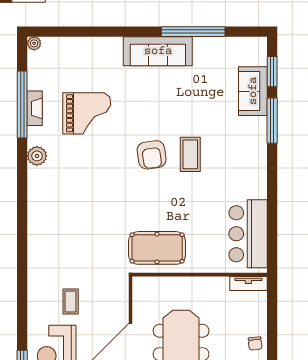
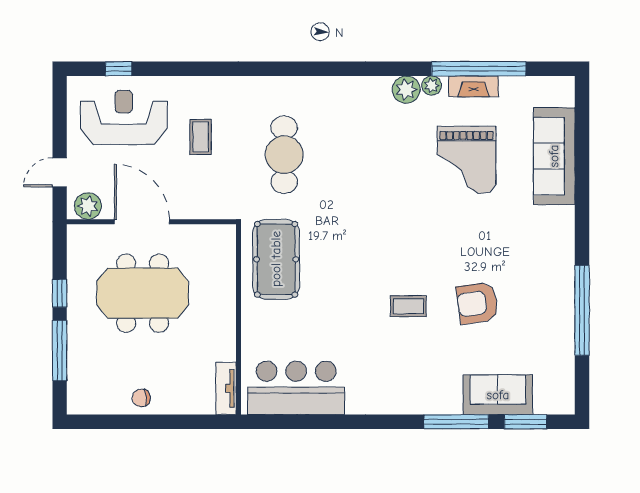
plant: (34, 43) -> (432, 85), moved
sofa: (158, 51) -> (554, 156), moved
coffee table: (190, 154) -> (408, 306), width x0.73, depth x0.77
armchair: (152, 155) -> (477, 303), moved
cafe table: (83, 242) -> (284, 155), added
coffee table: (71, 301) -> (200, 137), turned 90

